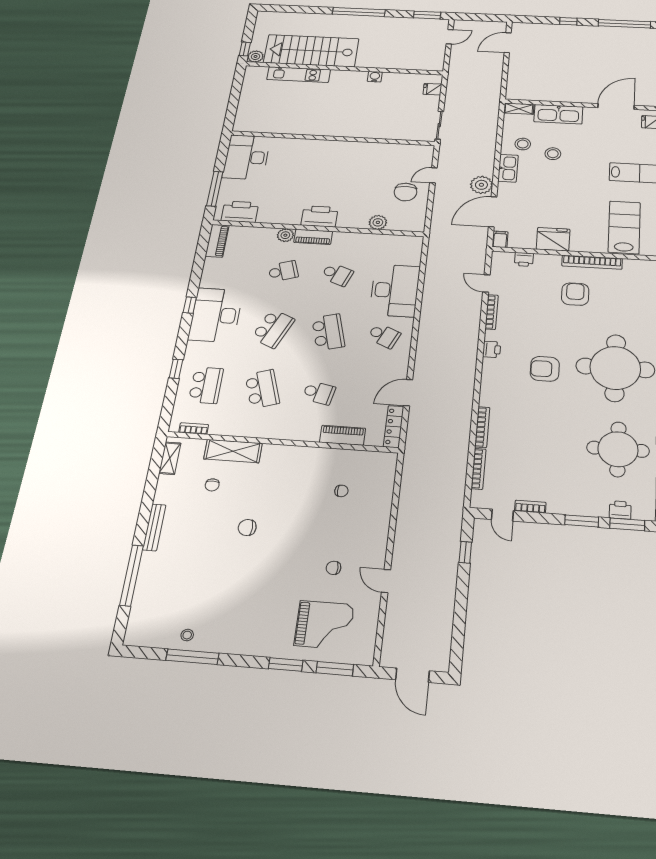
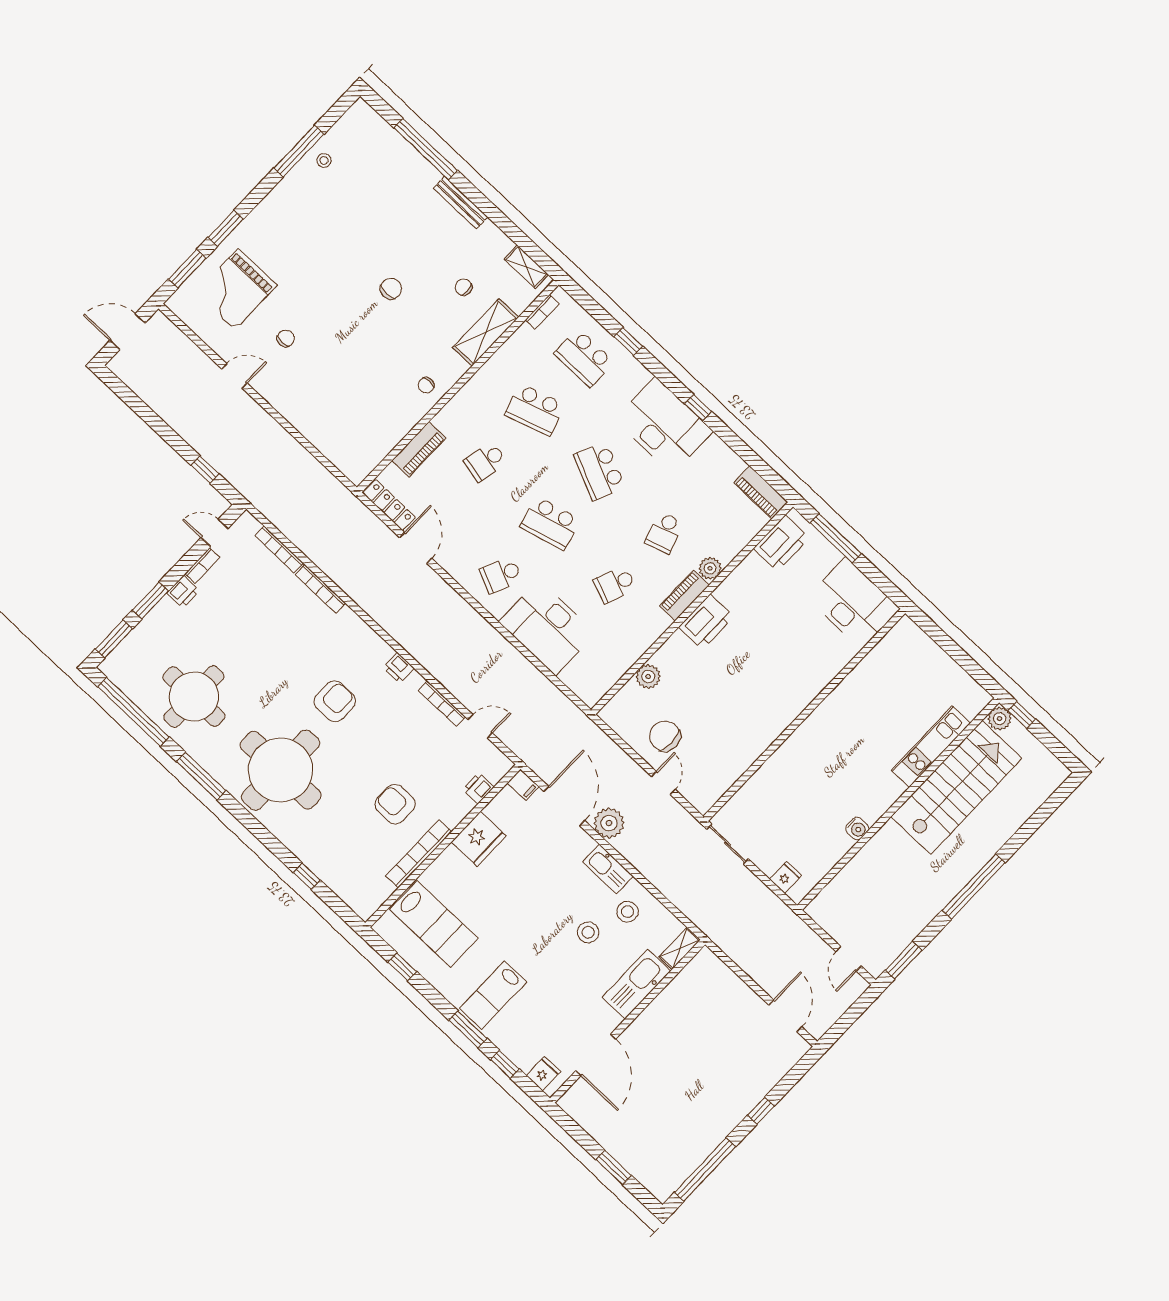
armchair: (575, 294) -> (395, 804), turned 180
chair: (341, 491) -> (426, 385), moved
printer: (620, 510) -> (183, 592), moved

